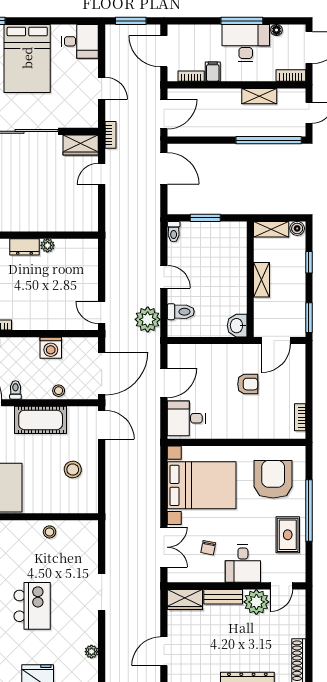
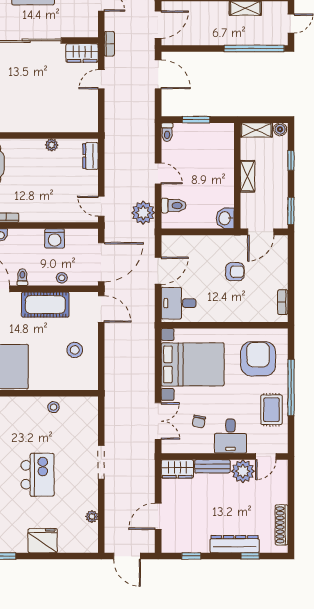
dresser: (24, 247) -> (90, 156), moved, turned 90

